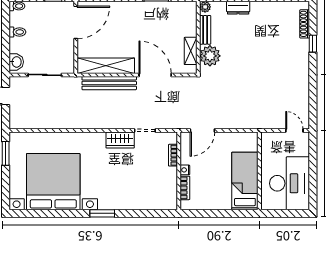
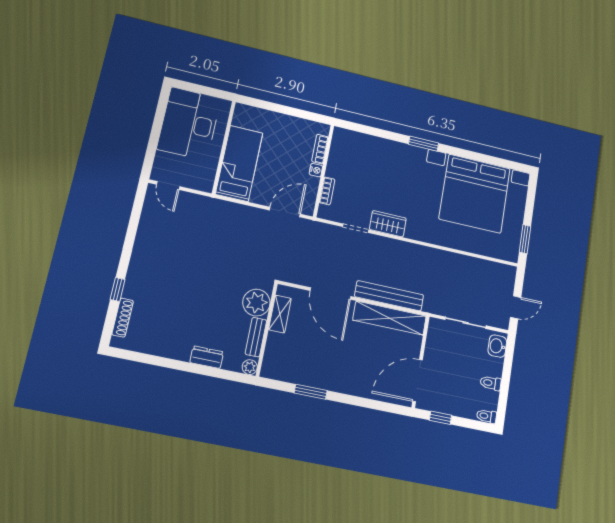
bed: (245, 181) -> (239, 163), moved, turned 180

